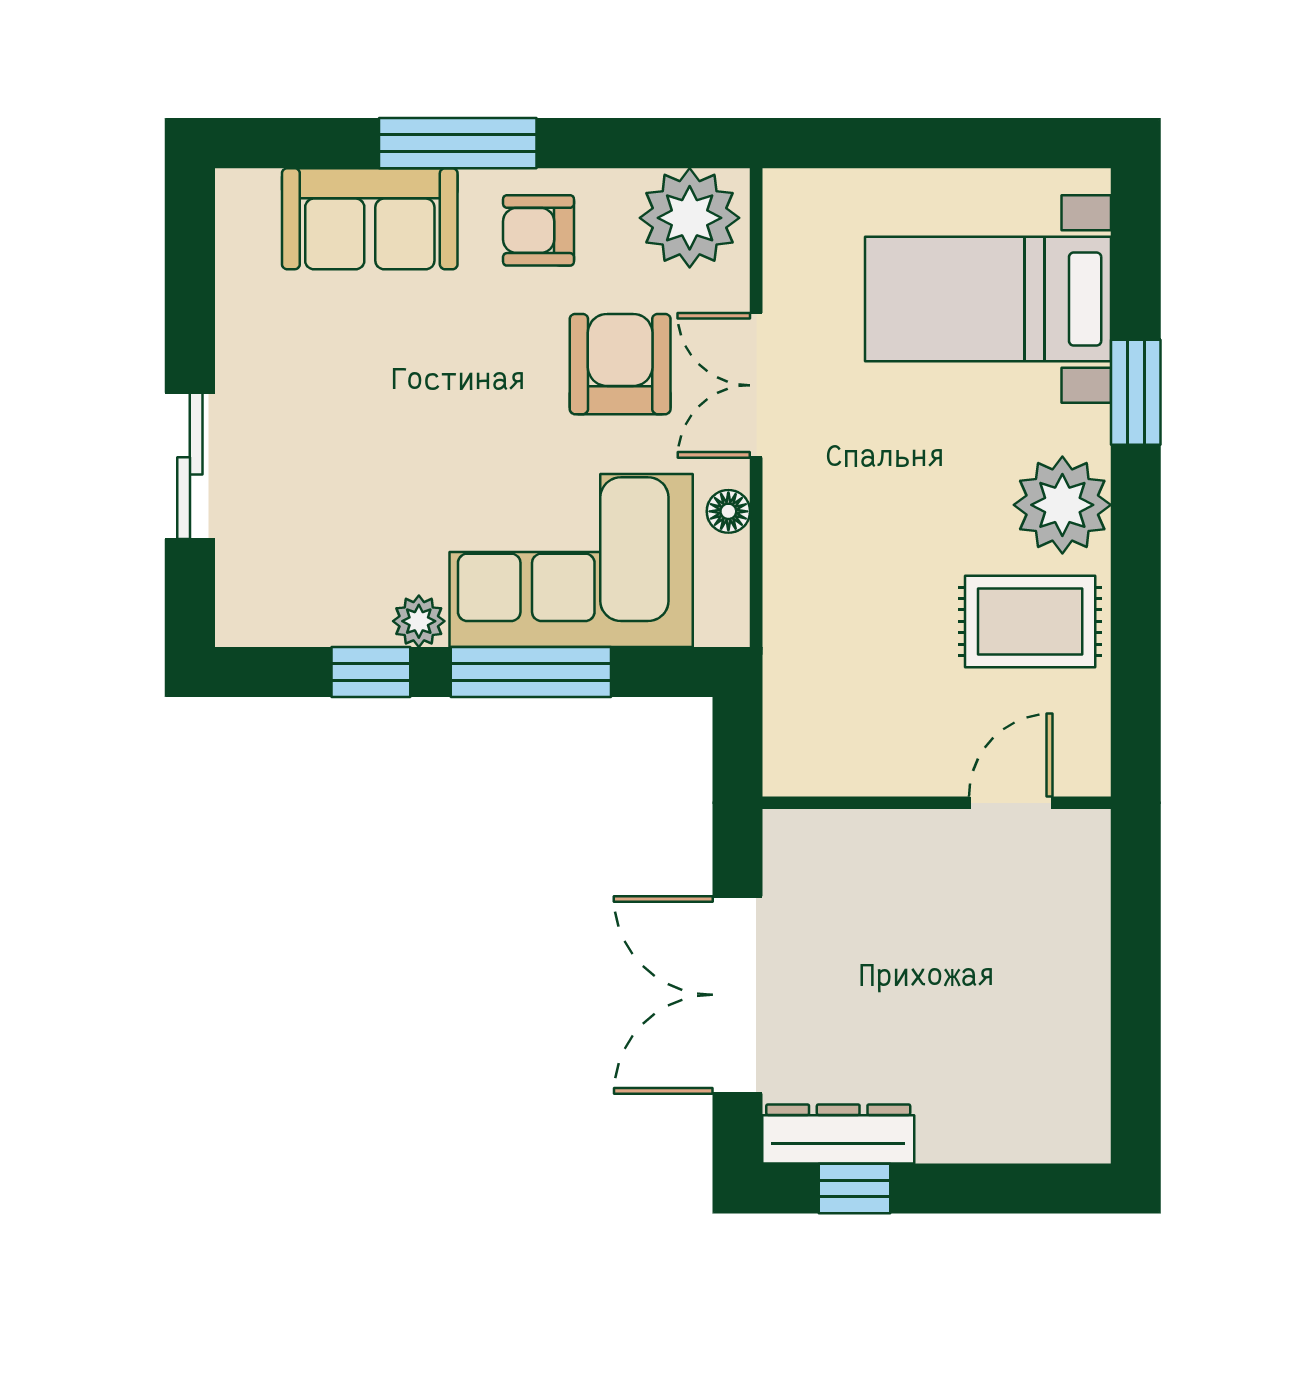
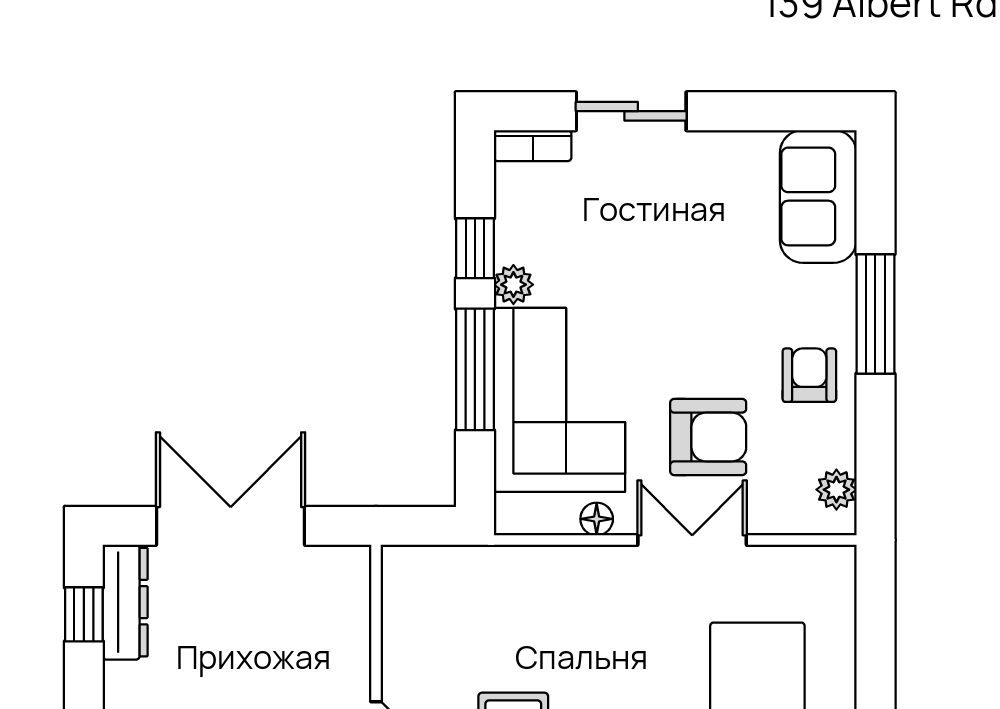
plant: (690, 218) -> (836, 490), width x0.53, depth x0.53
sofa: (370, 219) -> (818, 196), moved
bookcase: (235, 596) -> (533, 146), added

